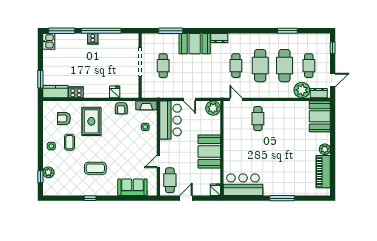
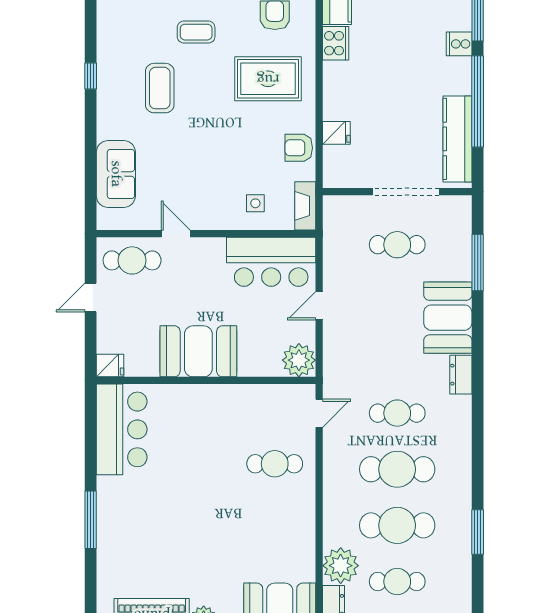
cooker: (93, 39) -> (459, 44), moved
kitchen counter: (117, 39) -> (457, 139), added
coffee table: (69, 142) -> (196, 32), moved
door: (186, 198) -> (91, 298), swing flipped

